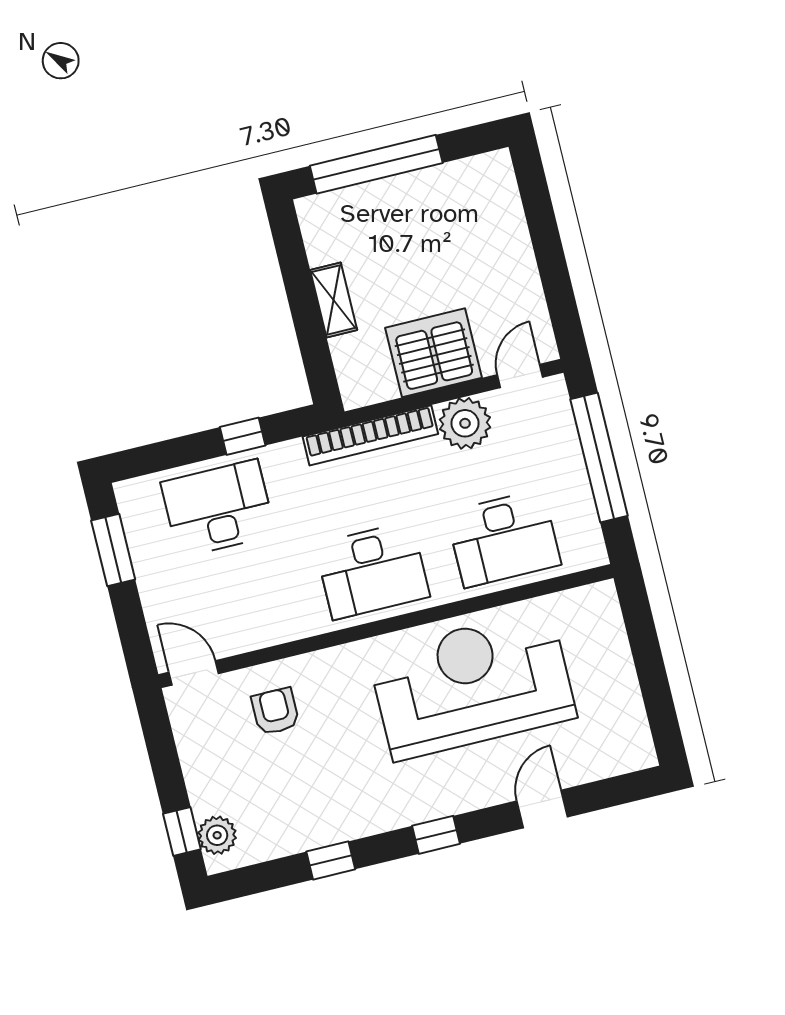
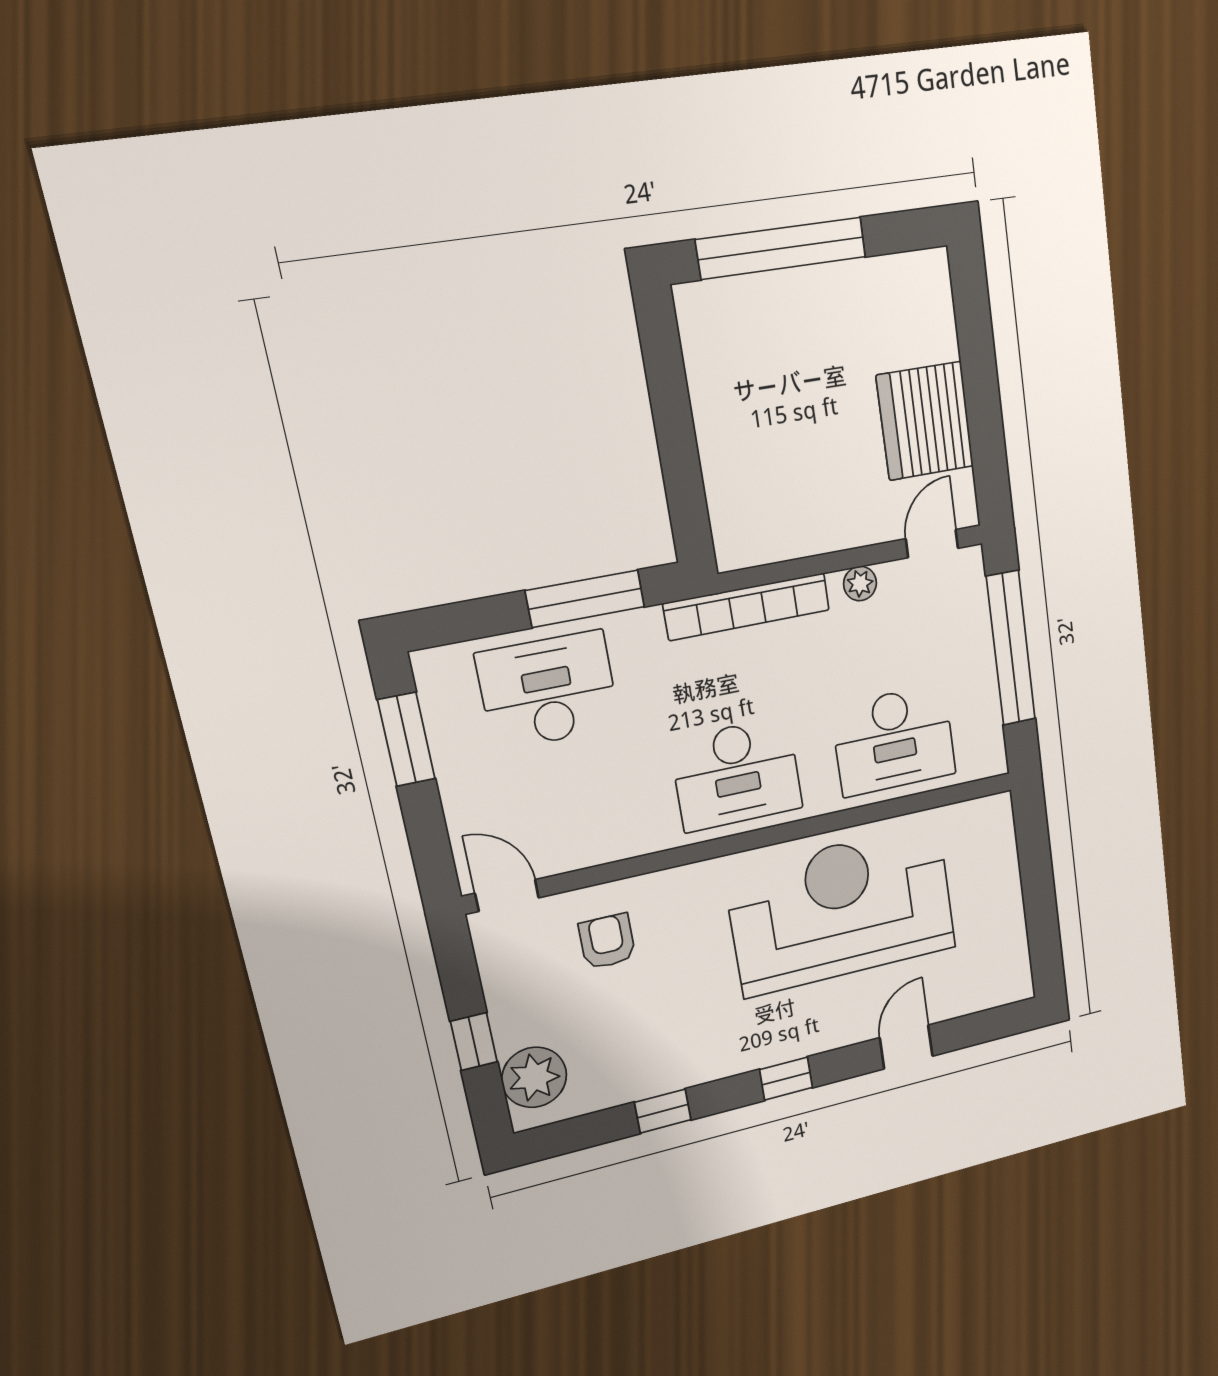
shelving: (334, 300) -> (714, 427), removed
server rack: (434, 353) -> (925, 421), moved, turned -90
plant: (465, 423) -> (860, 584), width x0.53, depth x0.53
window: (243, 436) -> (585, 599), width x2.17
window: (182, 832) -> (474, 1042), moved
plant: (217, 835) -> (534, 1077), width x1.36, depth x1.36

